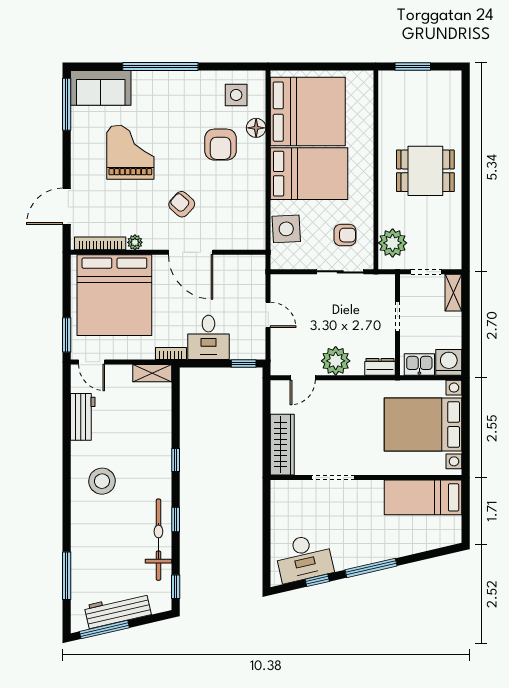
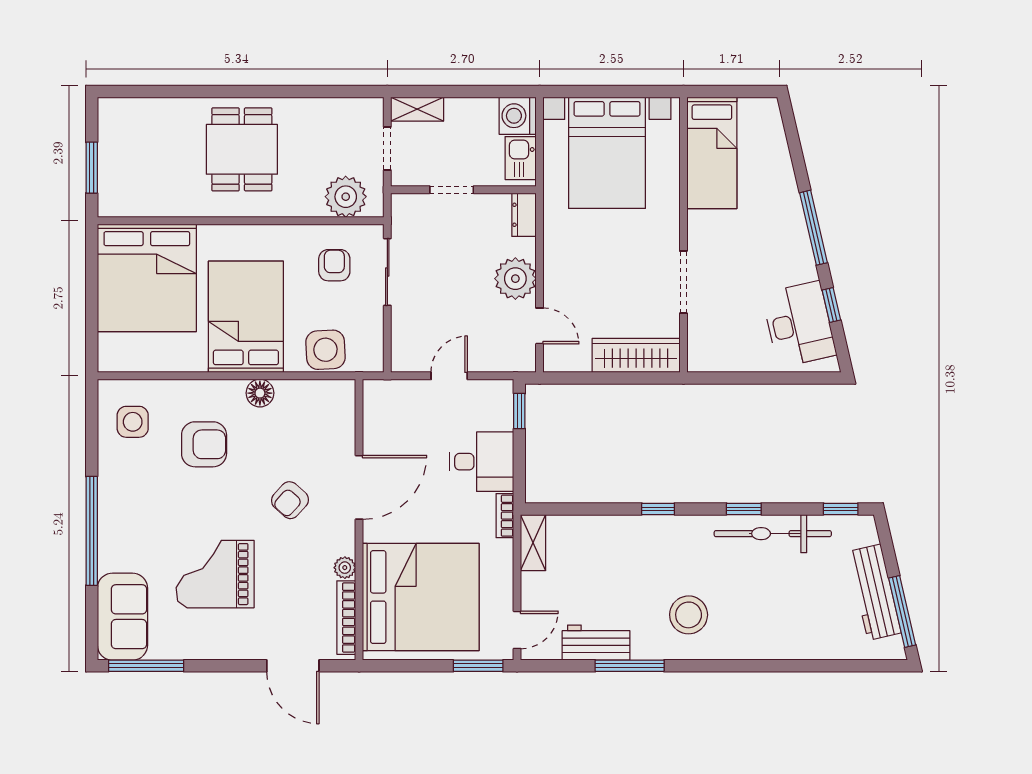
bed: (308, 112) -> (147, 278), moved, turned 180
floor lamp: (256, 128) -> (260, 393), moved
window: (67, 576) -> (630, 666), moved

